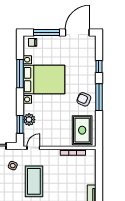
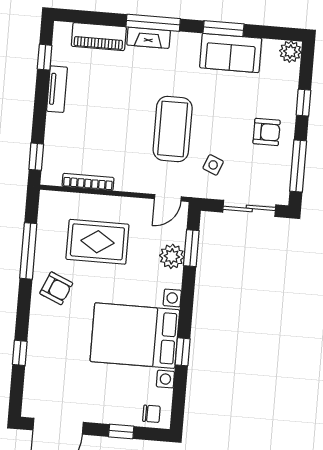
window: (47, 32) -> (121, 431), width x0.46
window: (20, 74) -> (183, 352), width x0.46
window: (99, 97) -> (28, 251), moved
rug: (82, 130) -> (97, 242), moved, turned 90
window: (99, 162) -> (36, 157), added

